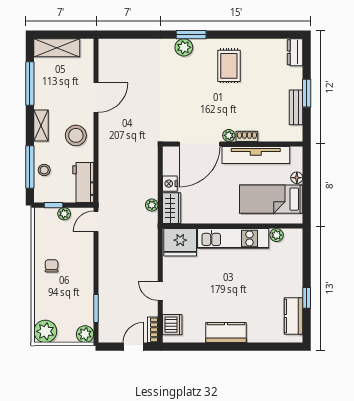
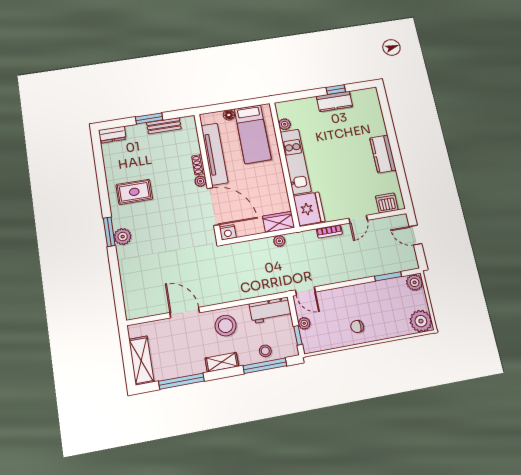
nightstand: (170, 184) -> (228, 232), moved
kitchen counter: (293, 316) -> (334, 101), moved
bookcase: (153, 330) -> (329, 231), moved

